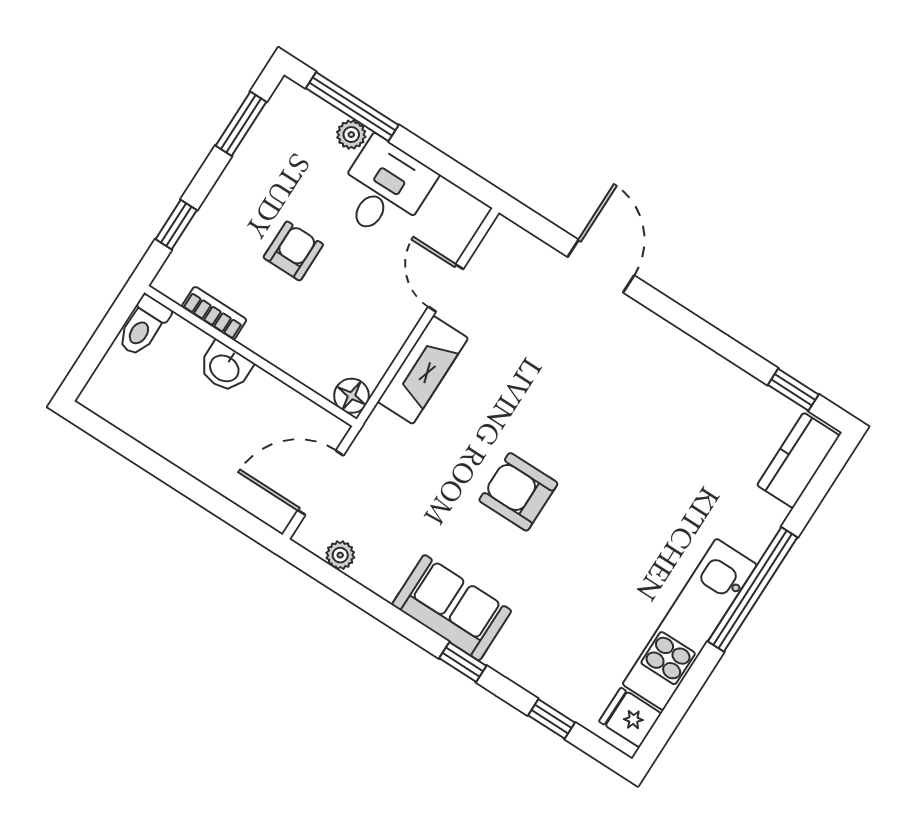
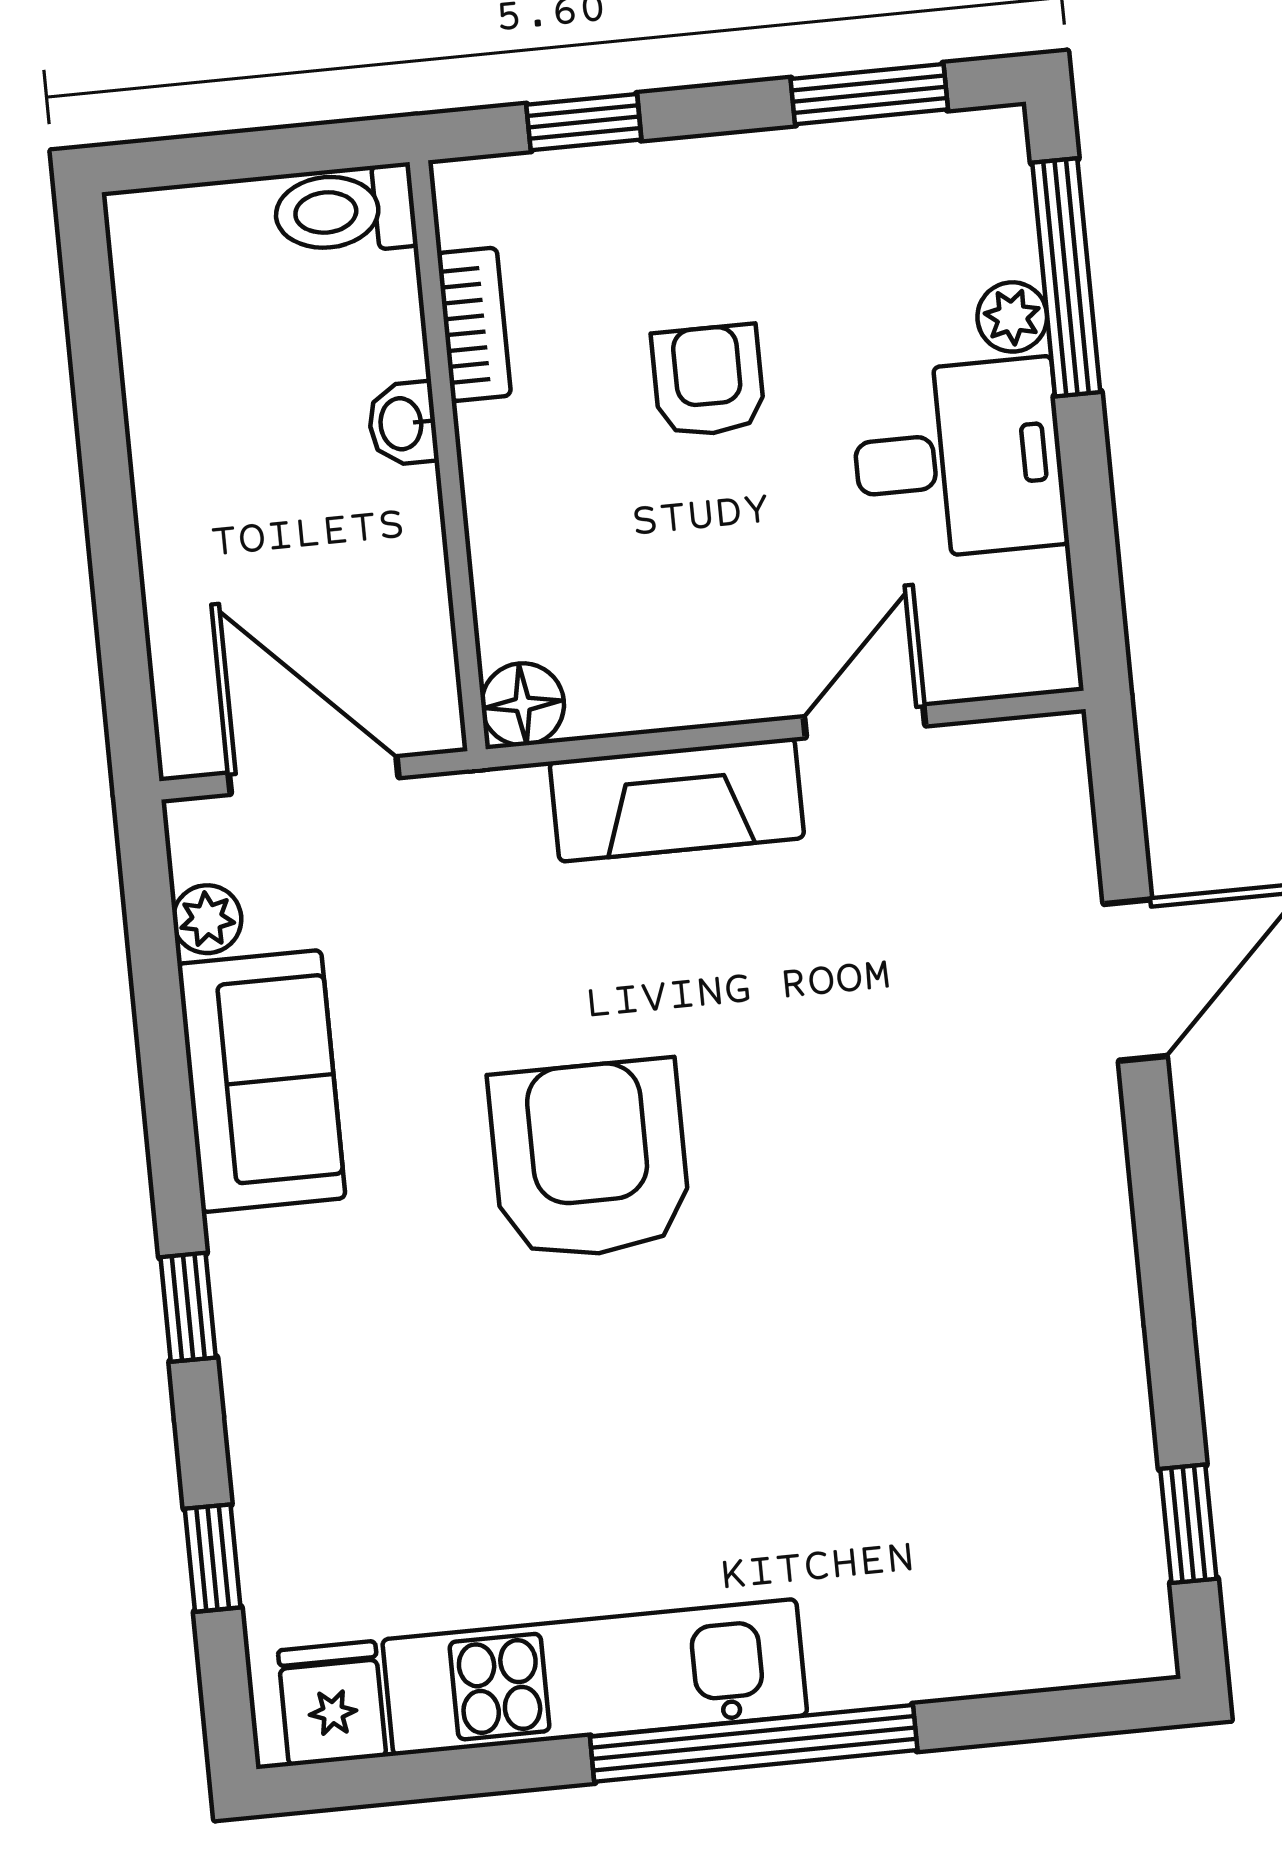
armchair: (293, 251) -> (708, 381), turned -90
washbasin: (225, 367) -> (403, 424), width x0.72, depth x0.69
kitchen counter: (798, 460) -> (1063, 1638), removed
armchair: (518, 492) -> (590, 1160), width x1.36, depth x1.36
sofa: (452, 608) -> (261, 1081), moved

